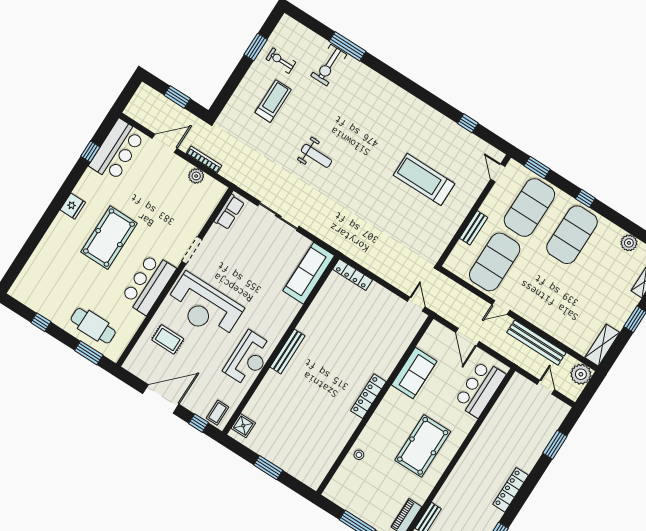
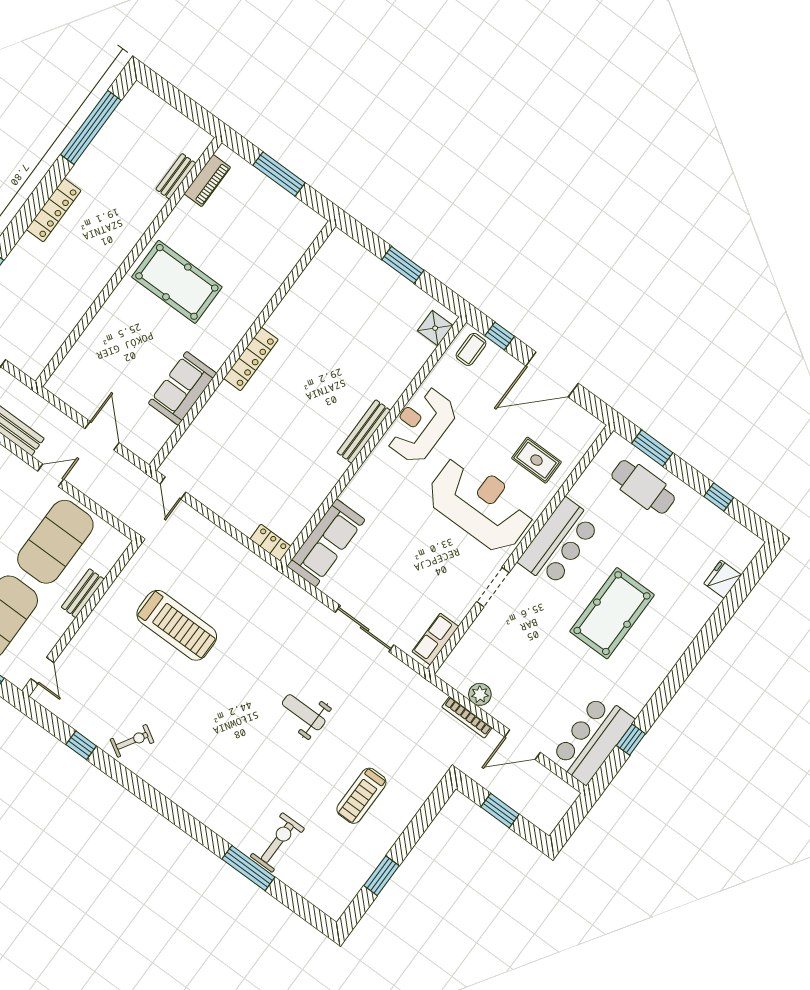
exercise bike: (281, 61) -> (132, 741), moved, turned -59
treadmill: (424, 179) -> (177, 625), moved
fridge: (73, 206) -> (723, 579), moved
locker: (353, 275) -> (270, 543), width x0.66
bar counter: (480, 389) -> (89, 360), removed
pool table: (423, 446) -> (177, 282), turned 90
stool: (359, 455) -> (270, 275), removed

